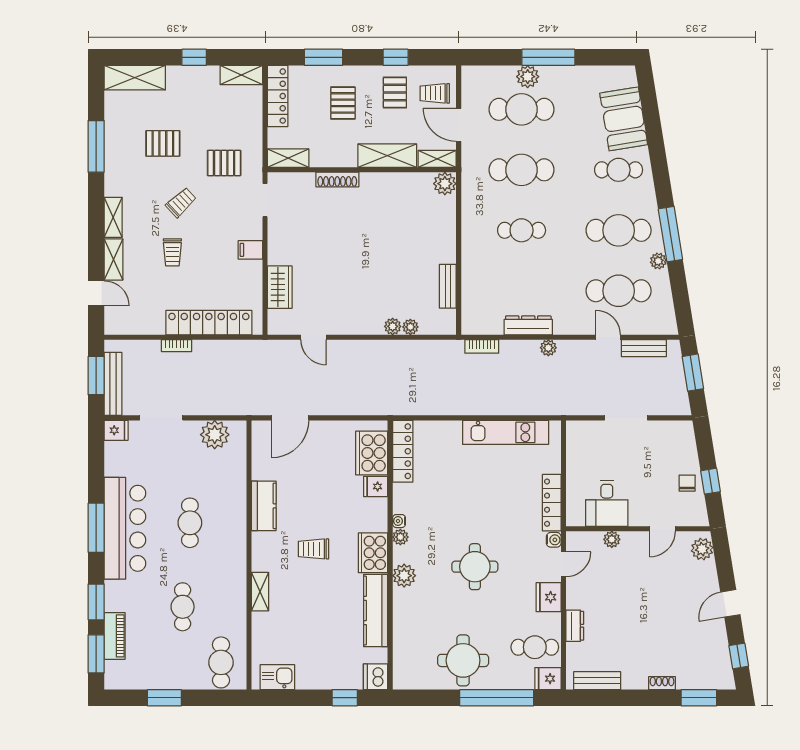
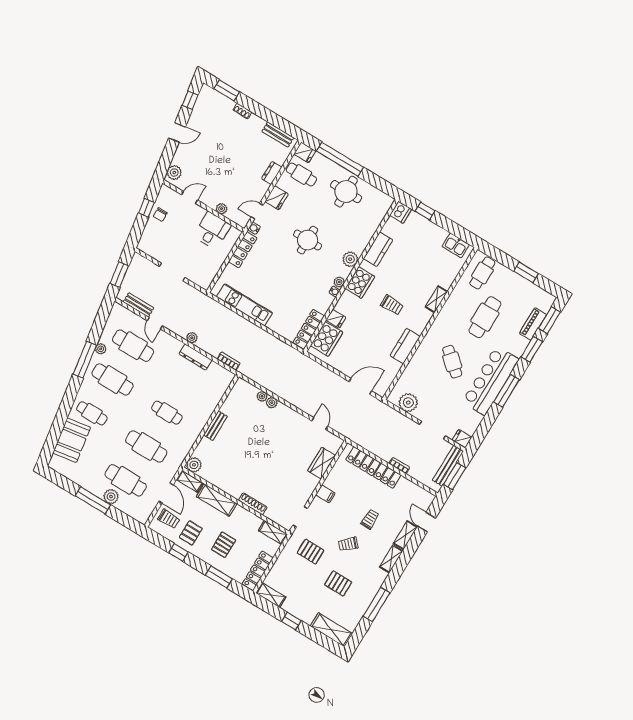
bench: (448, 286) -> (215, 426), moved
cafe table: (190, 523) -> (452, 362), turned -49
cafe table: (183, 607) -> (485, 317), width x1.37, depth x1.35
kitchen counter: (376, 610) -> (378, 249), width x0.67

